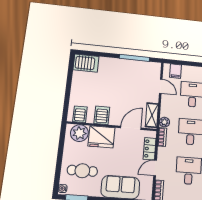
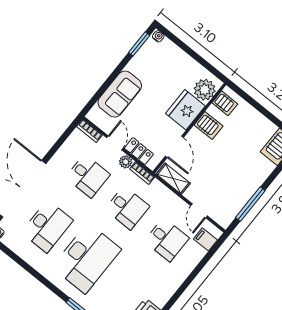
door: (161, 86) -> (199, 211), hinge flipped
plant: (164, 122) -> (126, 162), moved
cafe table: (82, 171) -> (163, 67), removed

